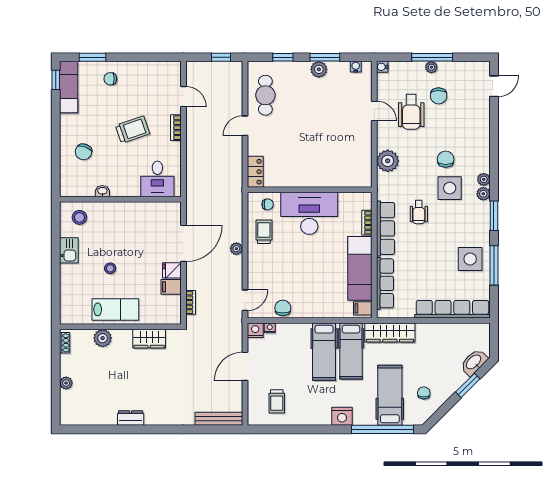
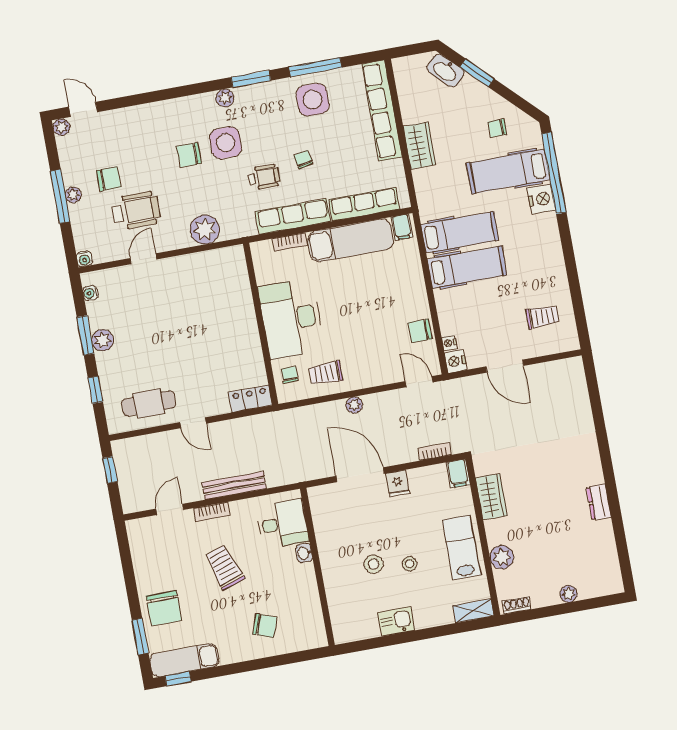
chair: (110, 79) -> (164, 608), width x1.87, depth x1.87
plant: (484, 179) -> (61, 127), moved
washbasin: (102, 191) -> (304, 553), moved
stool: (79, 217) -> (374, 564), moved
chair: (427, 244) -> (303, 160), added
filing cabinet: (171, 287) -> (458, 473), moved
shelving: (66, 310) -> (473, 611), added
wardrobe: (390, 333) -> (419, 146), moved, width x0.67
nightstand: (342, 416) -> (541, 199), moved
bench: (219, 419) -> (234, 486), moved, turned 90

